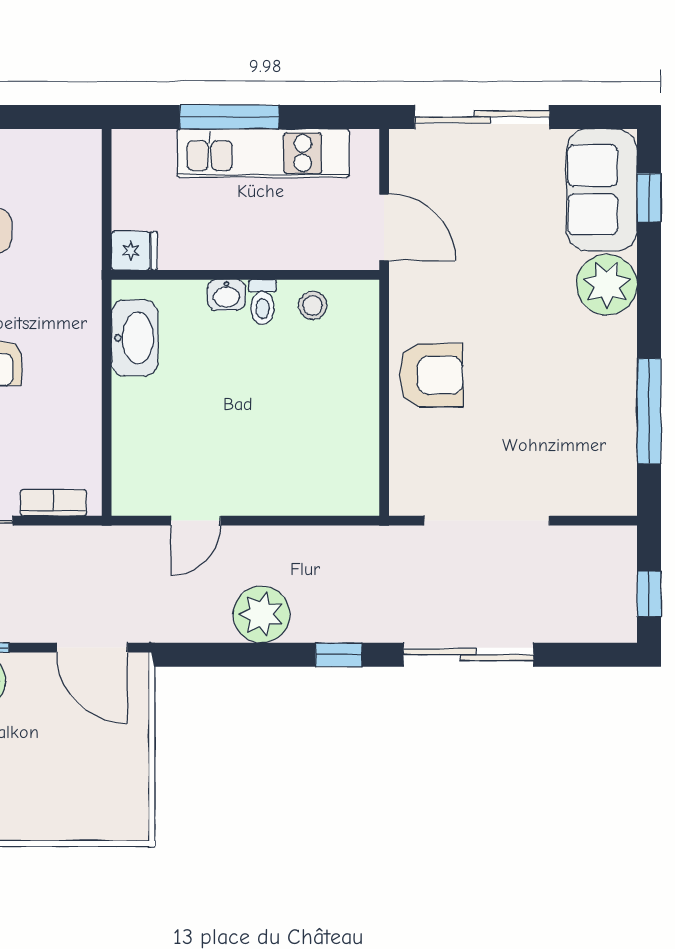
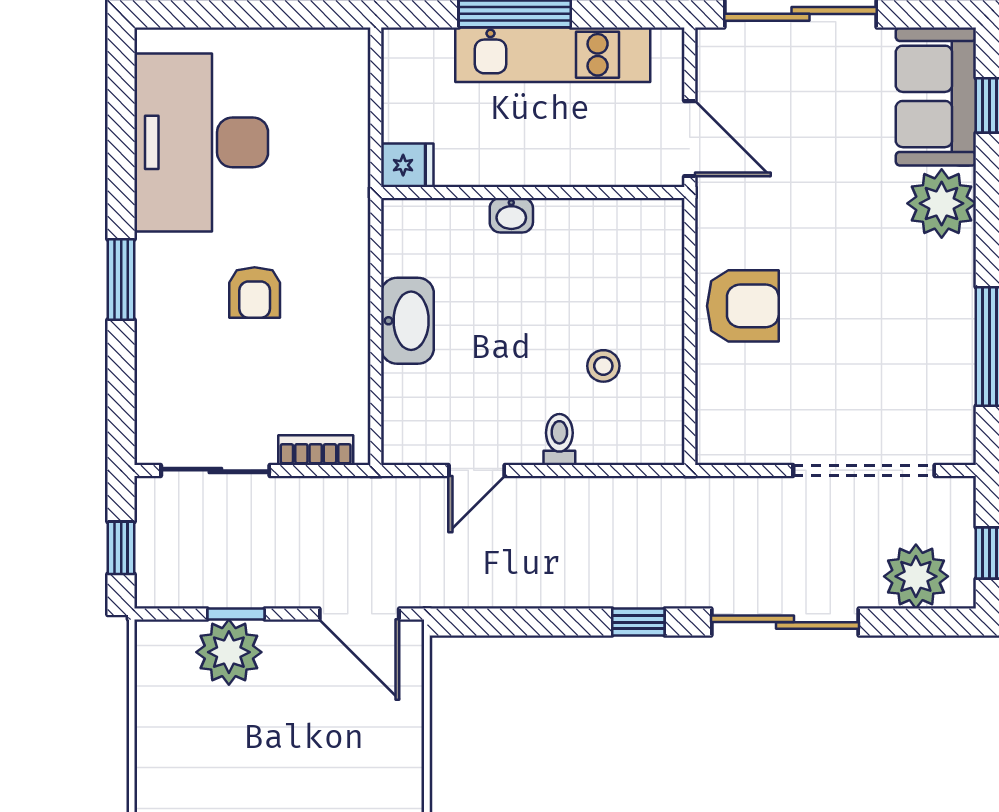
toilet: (262, 302) -> (559, 439), moved, turned 180
stool: (313, 305) -> (603, 366), moved
washbasin: (135, 338) -> (407, 321), moved
doorway: (487, 521) -> (864, 470), moved
plant: (262, 614) -> (916, 576), moved

